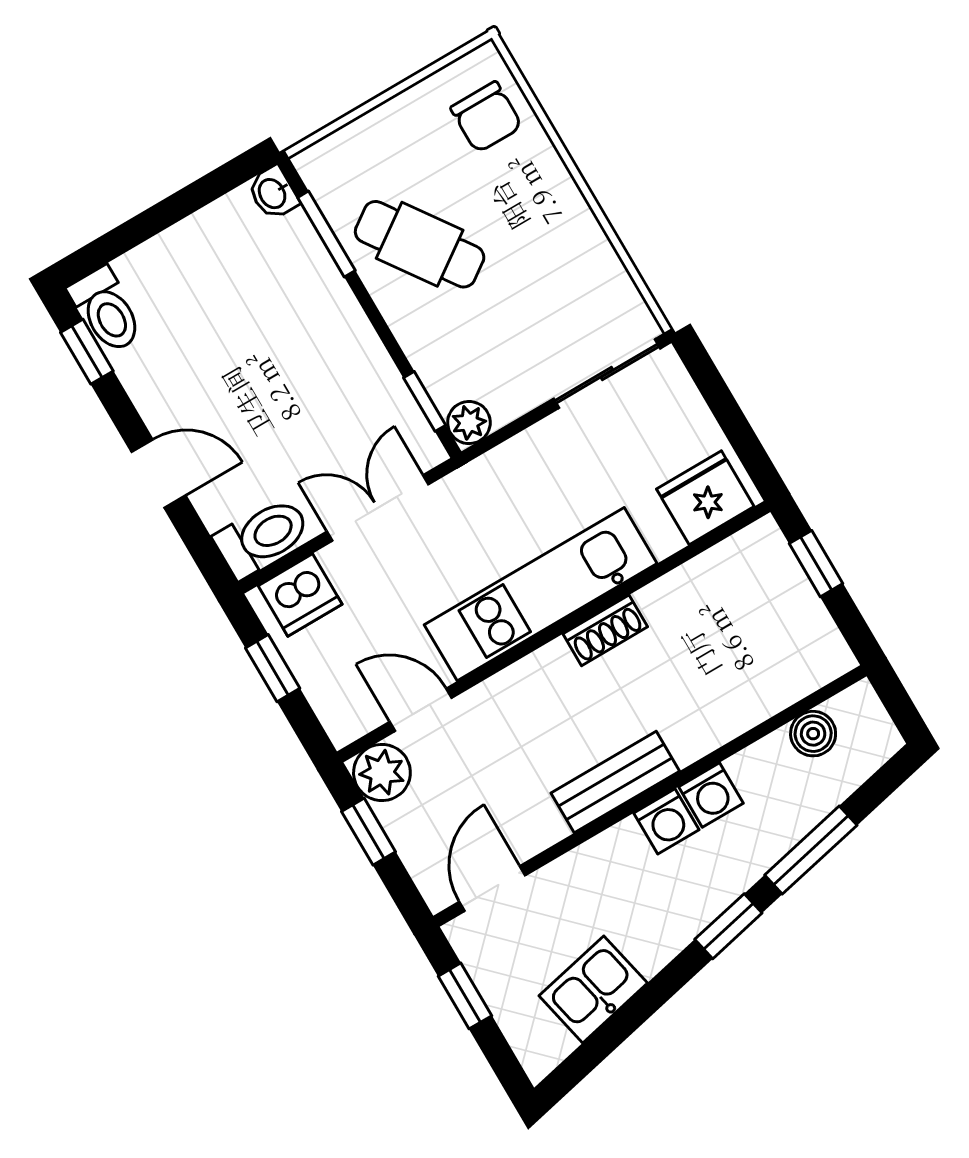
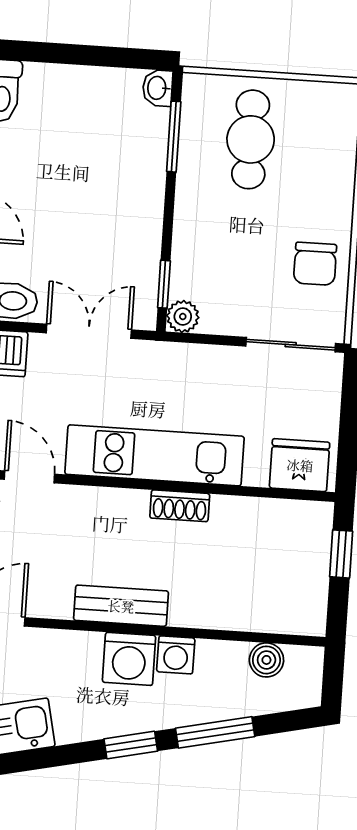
chair: (486, 117) -> (315, 264), moved
cafe table: (420, 244) -> (251, 139), moved, turned 35
washing machine: (666, 821) -> (129, 659), width x1.38, depth x1.38

